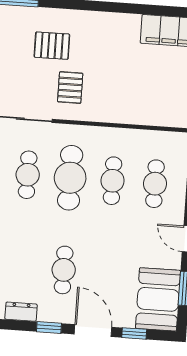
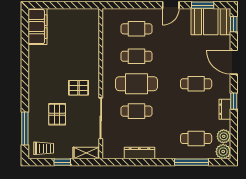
pallet: (52, 46) -> (57, 114), moved
window: (49, 327) -> (234, 101), moved
door: (93, 331) -> (234, 62), hinge flipped
window: (134, 333) -> (234, 24), moved

